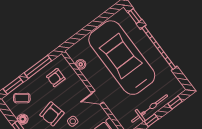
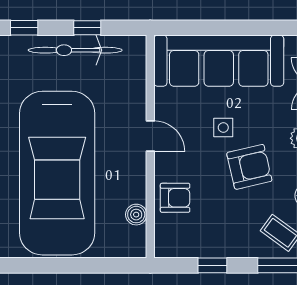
window: (38, 67) -> (212, 265), width x0.46
armchair: (56, 78) -> (175, 198), moved

